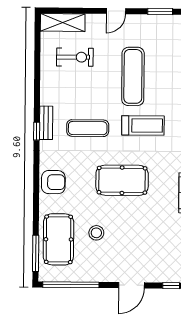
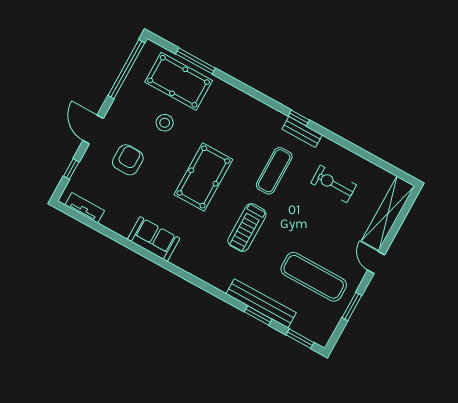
shelving: (63, 22) -> (388, 213), width x1.47
exercise bike: (75, 57) -> (334, 184), moved, turned 90
exercise mat: (133, 76) -> (314, 277), moved
armchair: (53, 182) -> (128, 160), moved, turned 180
window: (36, 253) -> (195, 61), moved

